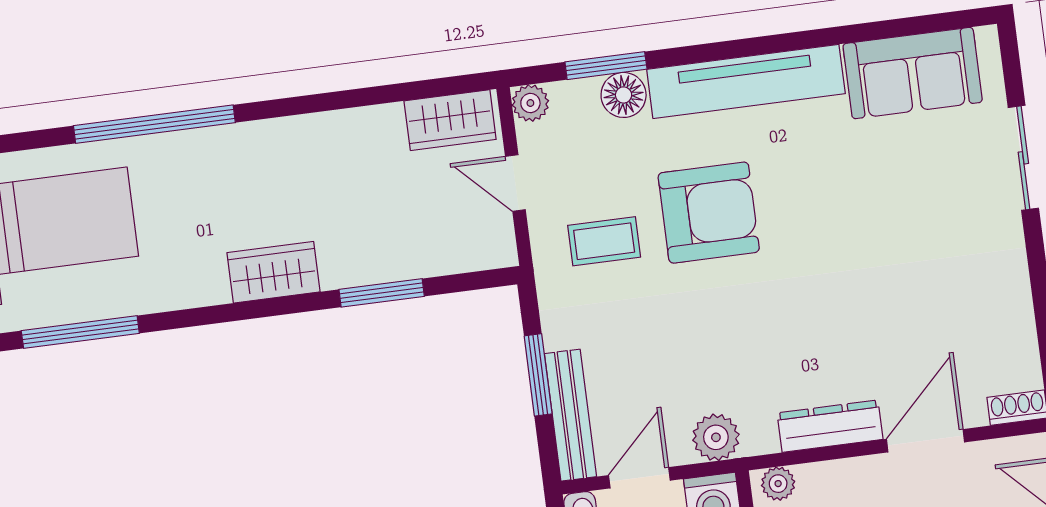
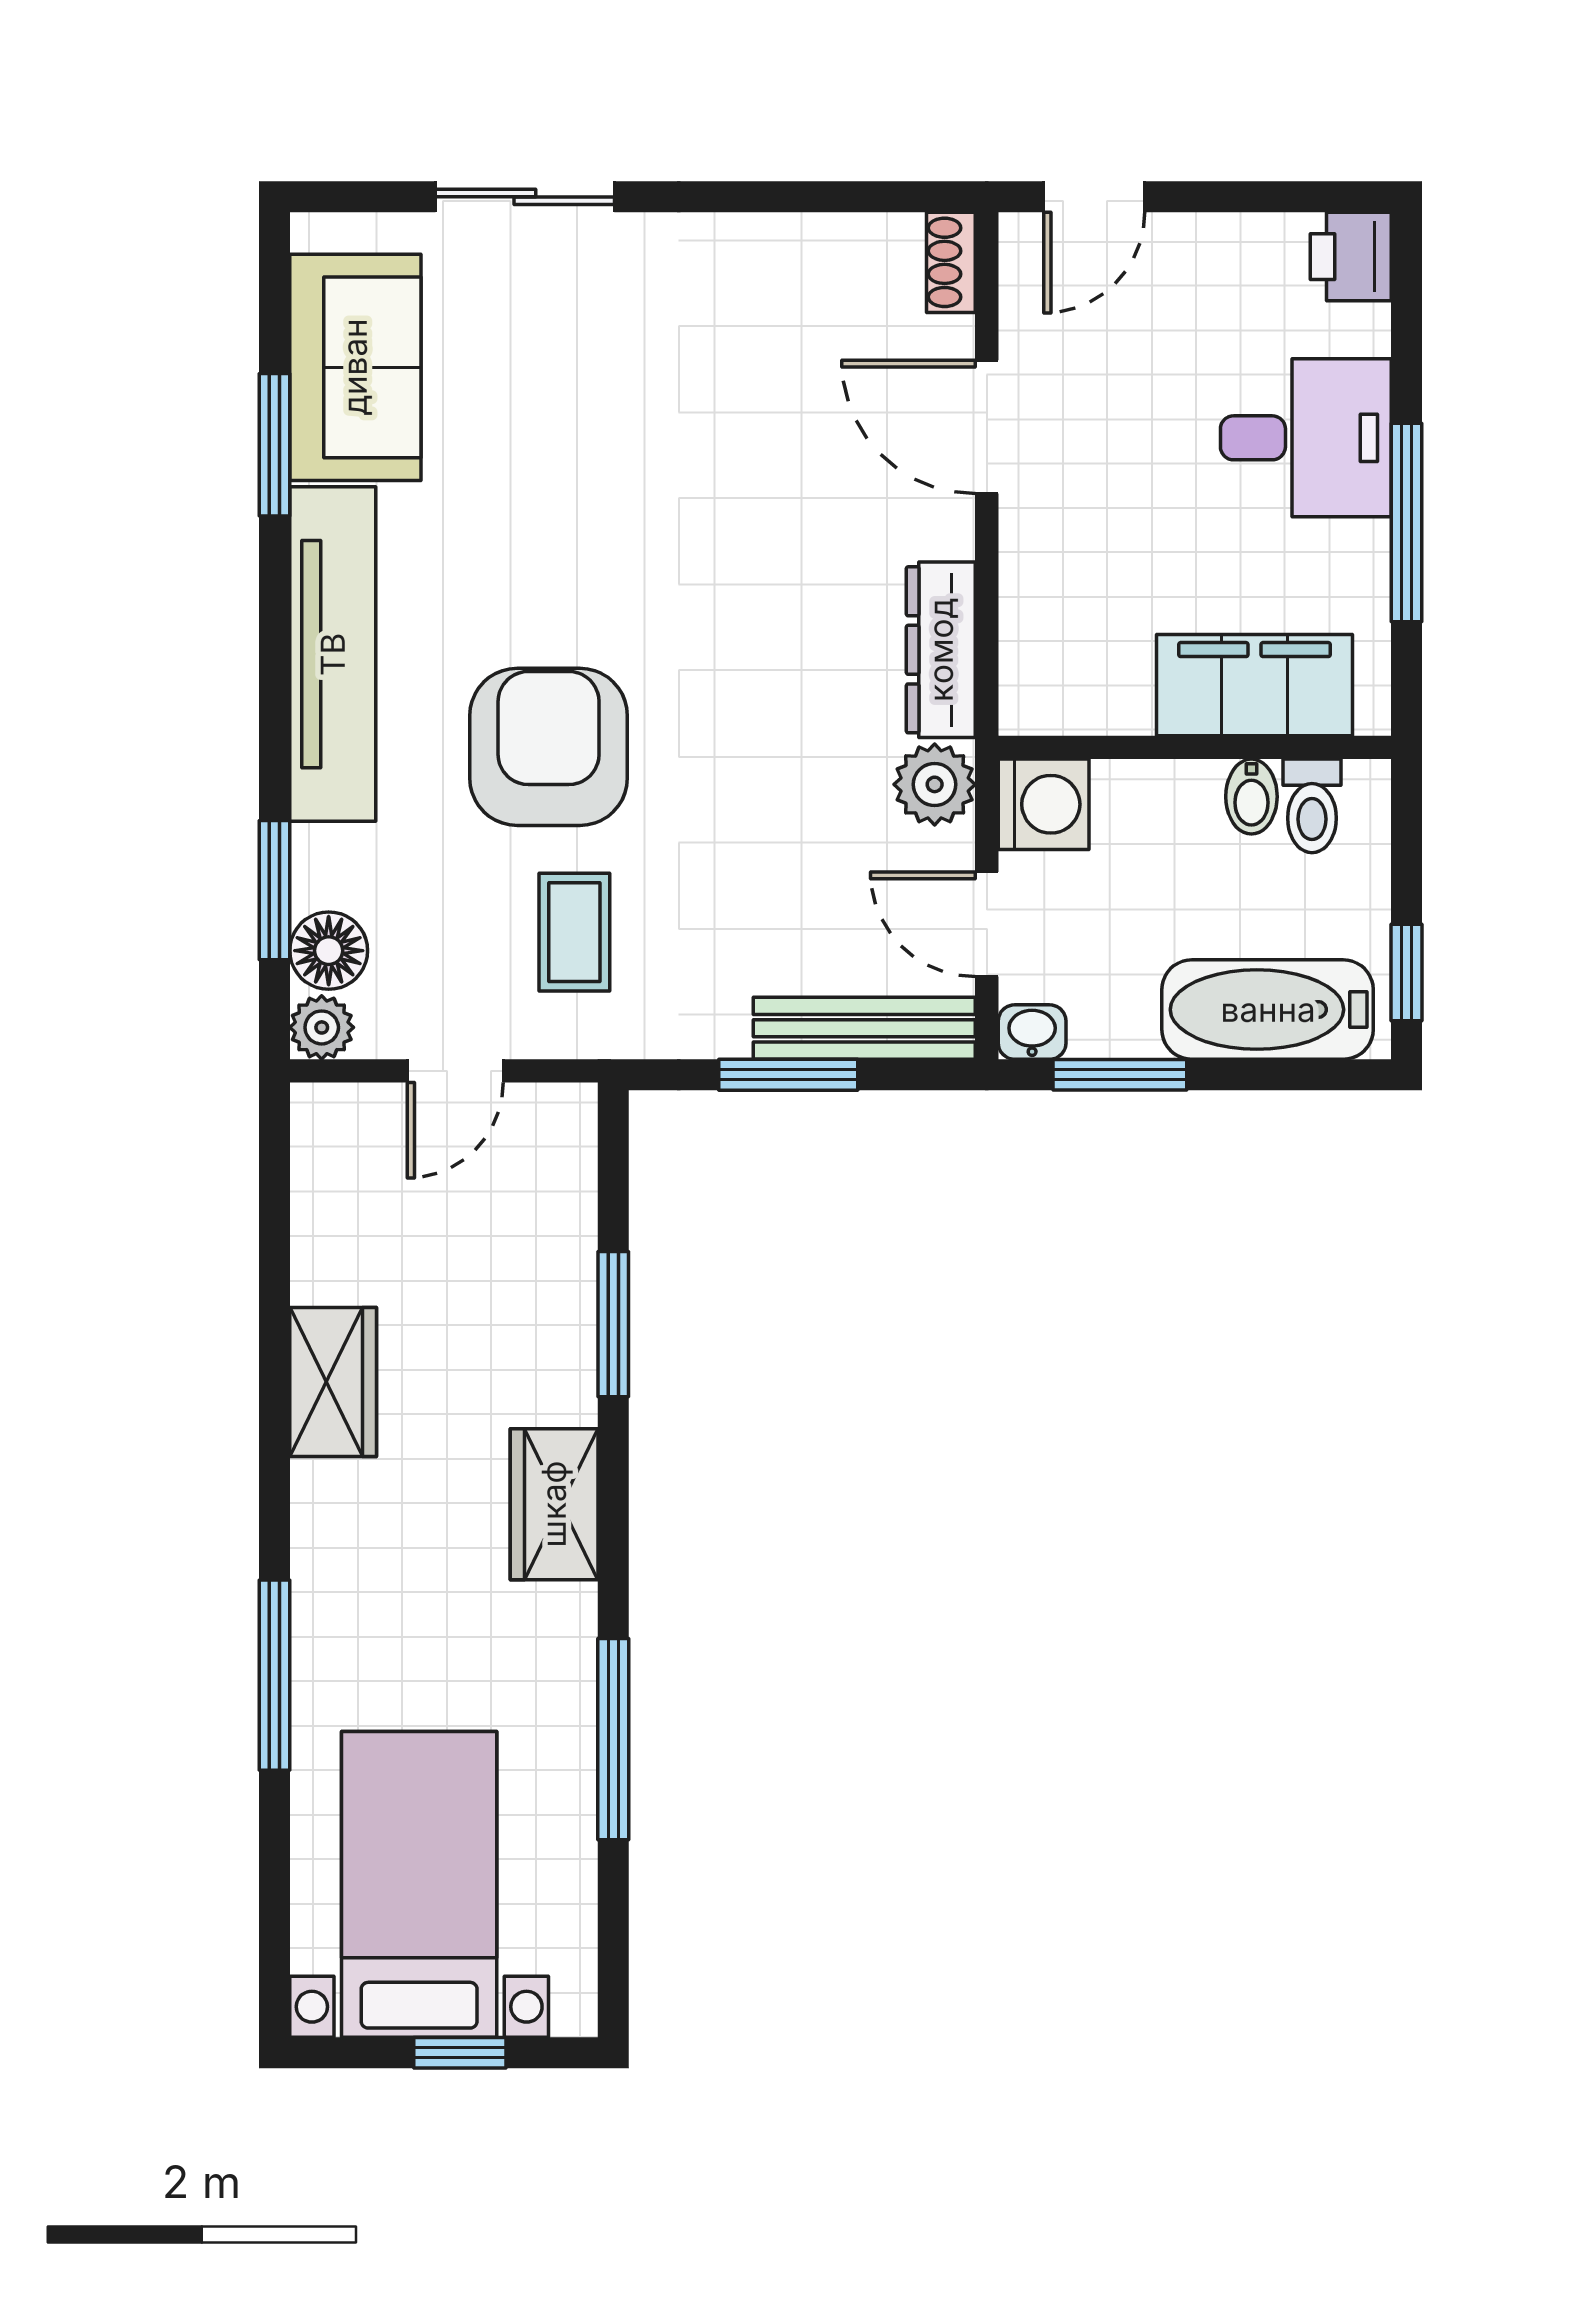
window: (862, 32) -> (274, 445), added
floor lamp: (624, 95) -> (329, 951), moved
wardrobe: (450, 120) -> (333, 1382), moved
window: (154, 124) -> (274, 1675), width x0.68
window: (80, 332) -> (613, 1739), moved
dresser: (830, 426) -> (941, 650), moved
plant: (778, 484) -> (1027, 688), removed

